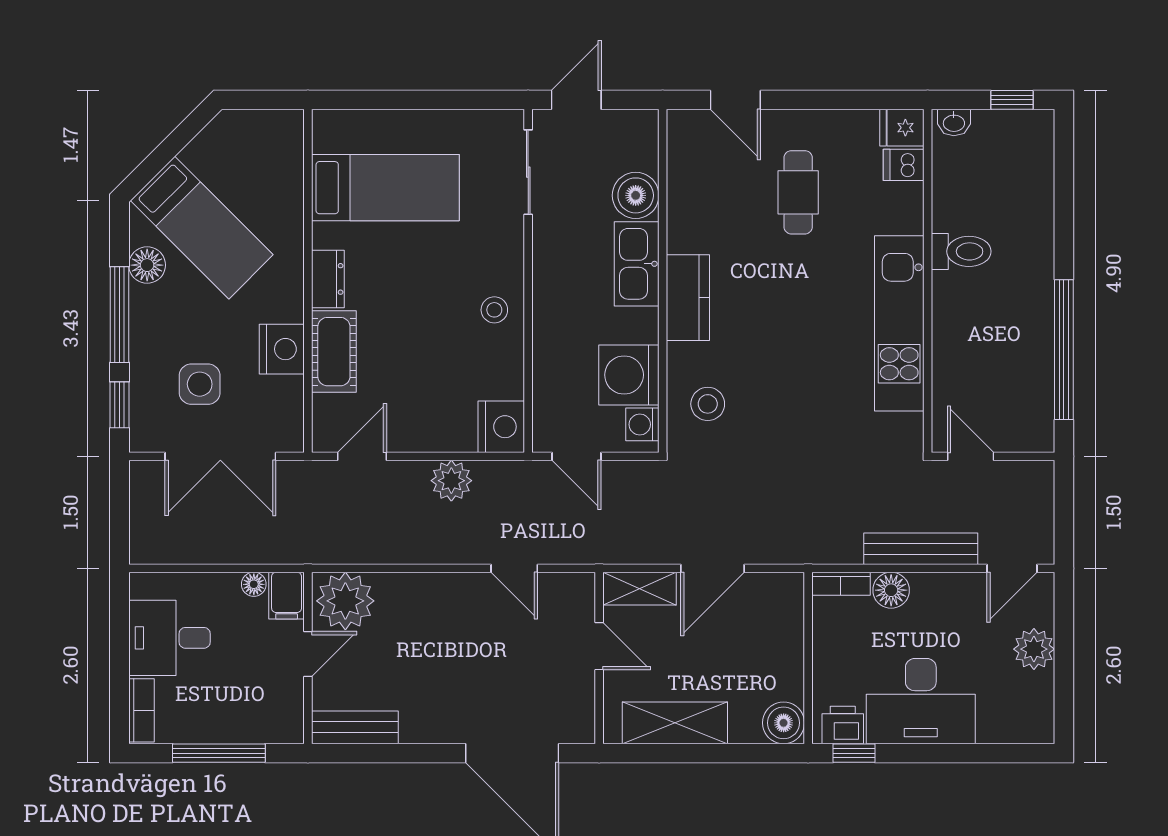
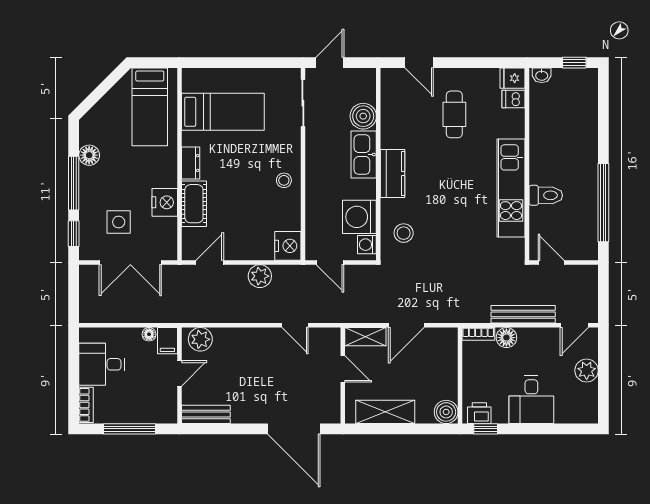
bed: (202, 228) -> (150, 107), moved, turned 45
toilet: (961, 251) -> (546, 195), moved
plant: (345, 601) -> (200, 339), width x0.73, depth x0.73
desk: (921, 701) -> (531, 400), width x0.73

